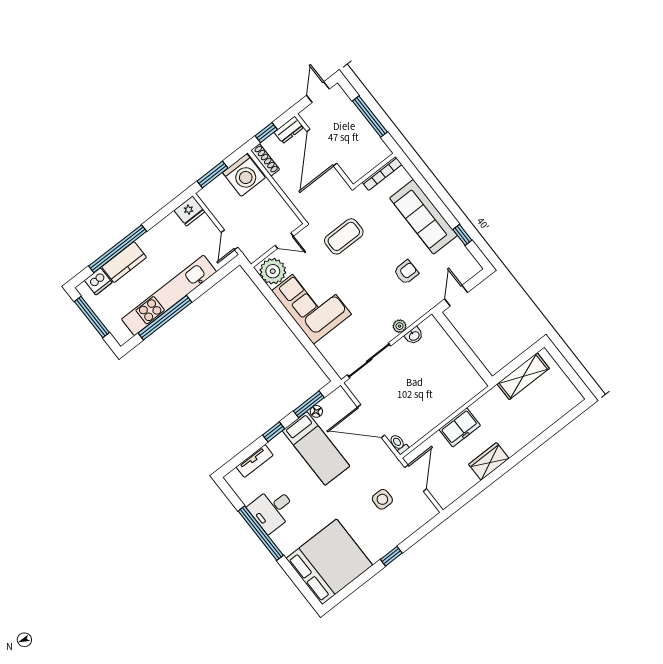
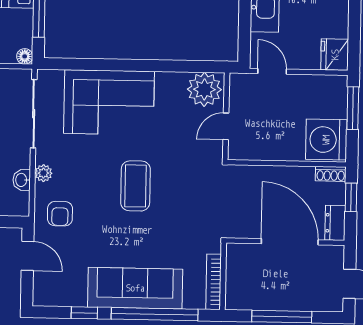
shoe rack: (265, 160) -> (331, 174), width x0.70
window: (429, 193) -> (155, 314), added
coffee table: (344, 236) -> (135, 186), moved
armchair: (406, 272) -> (60, 214), moved
corner sofa: (312, 303) -> (109, 102), moved
floor lamp: (316, 411) -> (25, 56), moved

